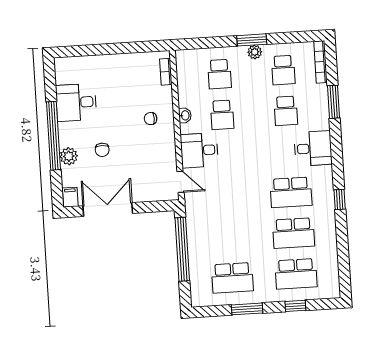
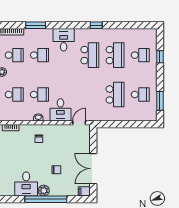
plant: (69, 156) -> (44, 191), moved
school desk: (230, 237) -> (115, 95), added
window: (182, 249) -> (121, 124), removed
school desk: (296, 274) -> (140, 55), width x0.54
school desk: (232, 278) -> (140, 95), width x0.54
window: (247, 309) -> (160, 101), moved

